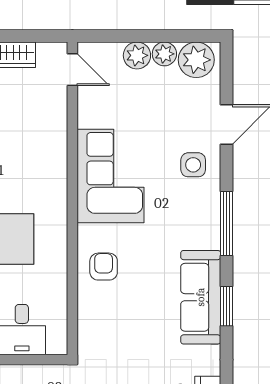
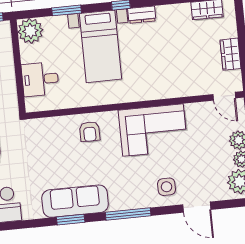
door: (72, 70) -> (224, 96), hinge flipped
armchair: (104, 267) -> (90, 132), turned 90

